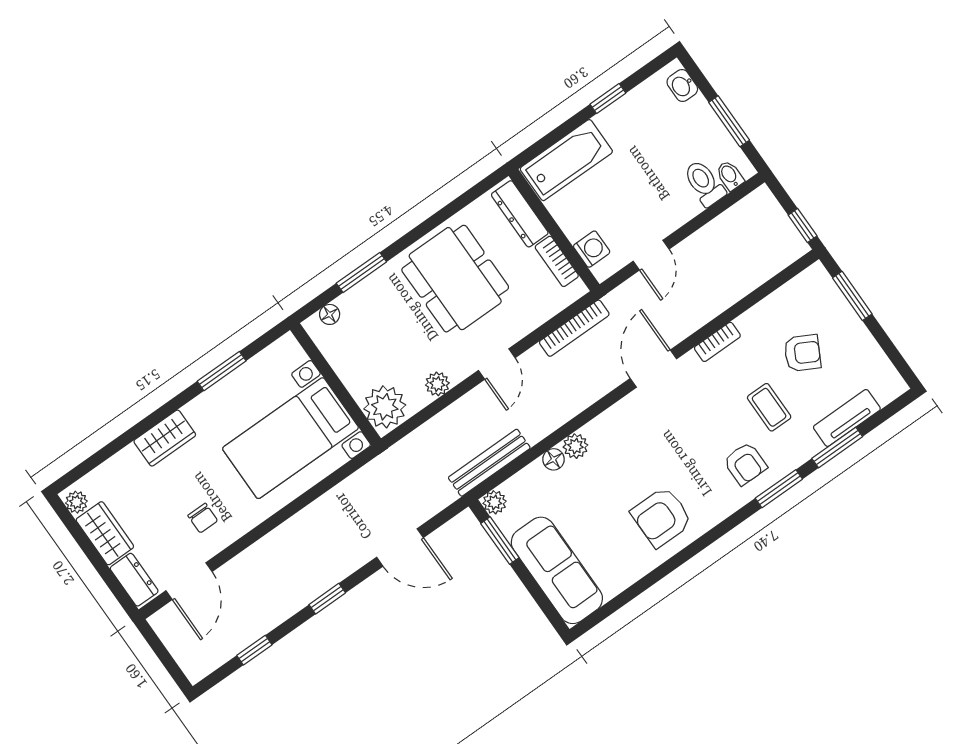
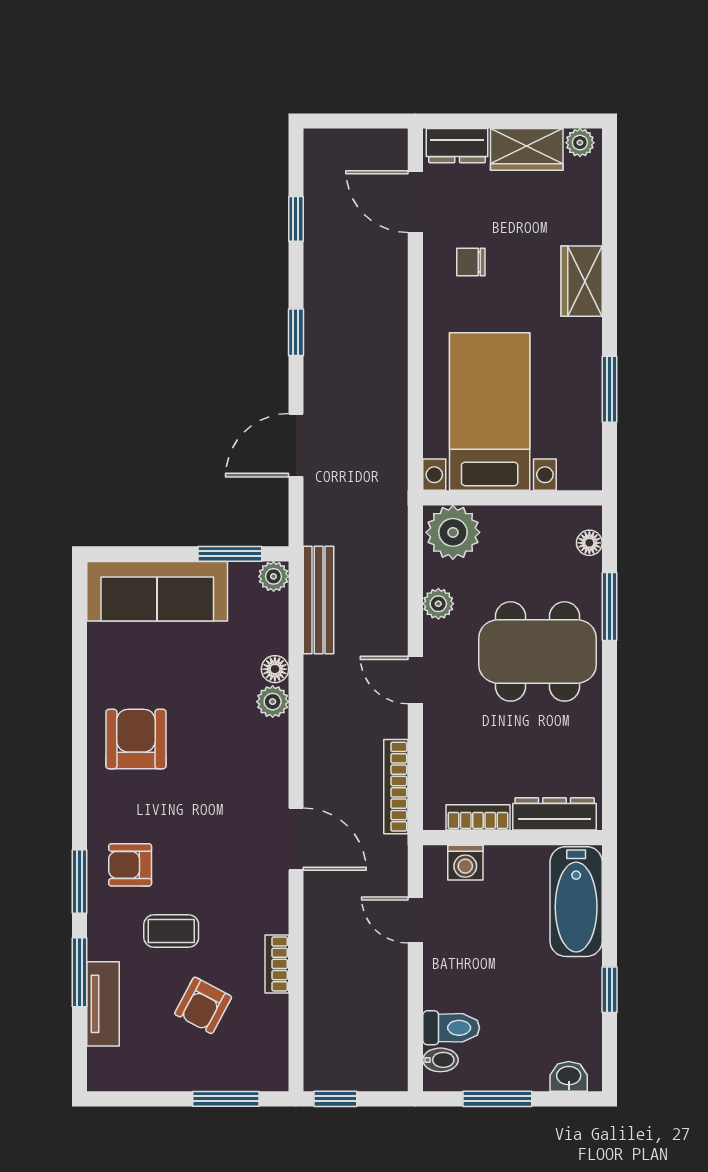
dining table: (455, 279) -> (537, 651), moved
bookcase: (717, 342) -> (277, 964), moved

